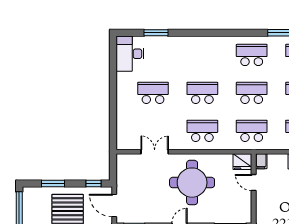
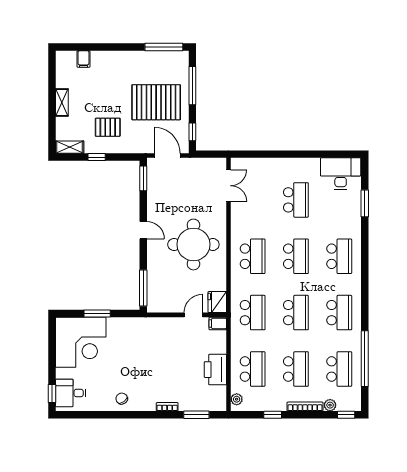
school desk: (202, 55) -> (339, 256), added
double door: (155, 152) -> (229, 186), moved
window: (53, 183) -> (192, 86), width x1.44
door: (114, 206) -> (167, 156), hinge flipped

